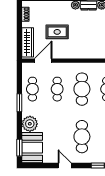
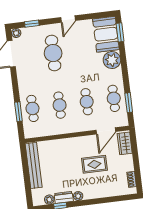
wardrobe: (28, 42) -> (125, 143), width x0.67
cafe table: (82, 89) -> (60, 105), width x0.73, depth x0.74
window: (19, 103) -> (129, 103), moved
door: (65, 165) -> (68, 19), hinge flipped

